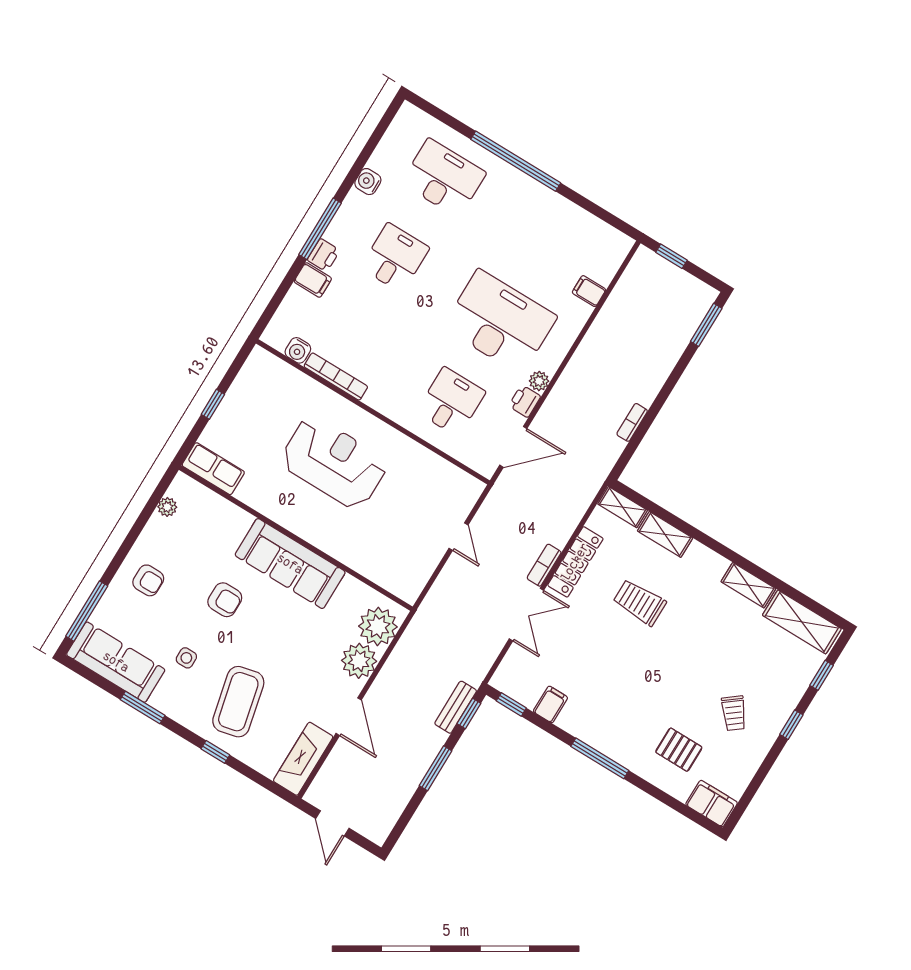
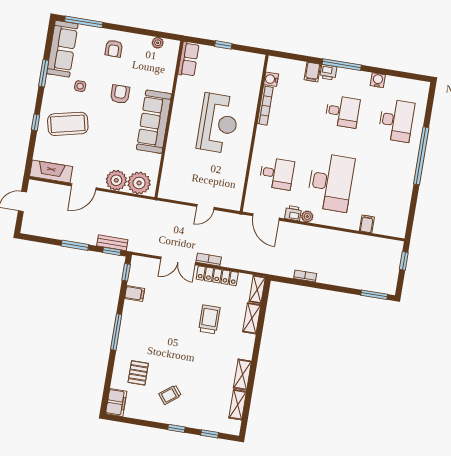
armchair: (225, 600) -> (120, 94), turned 180
shelving: (802, 622) -> (238, 405), width x0.67, depth x0.75

